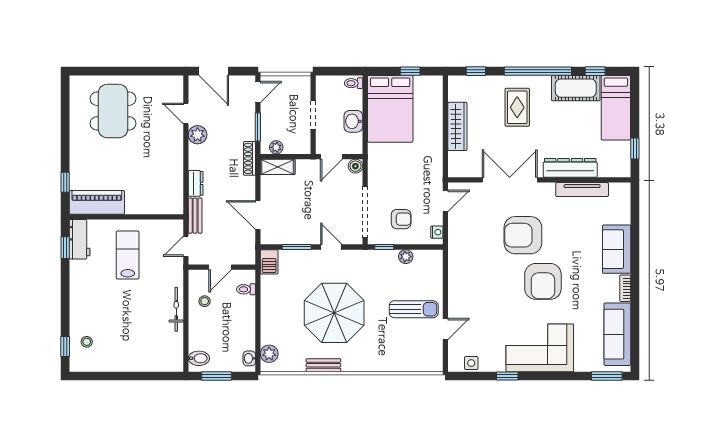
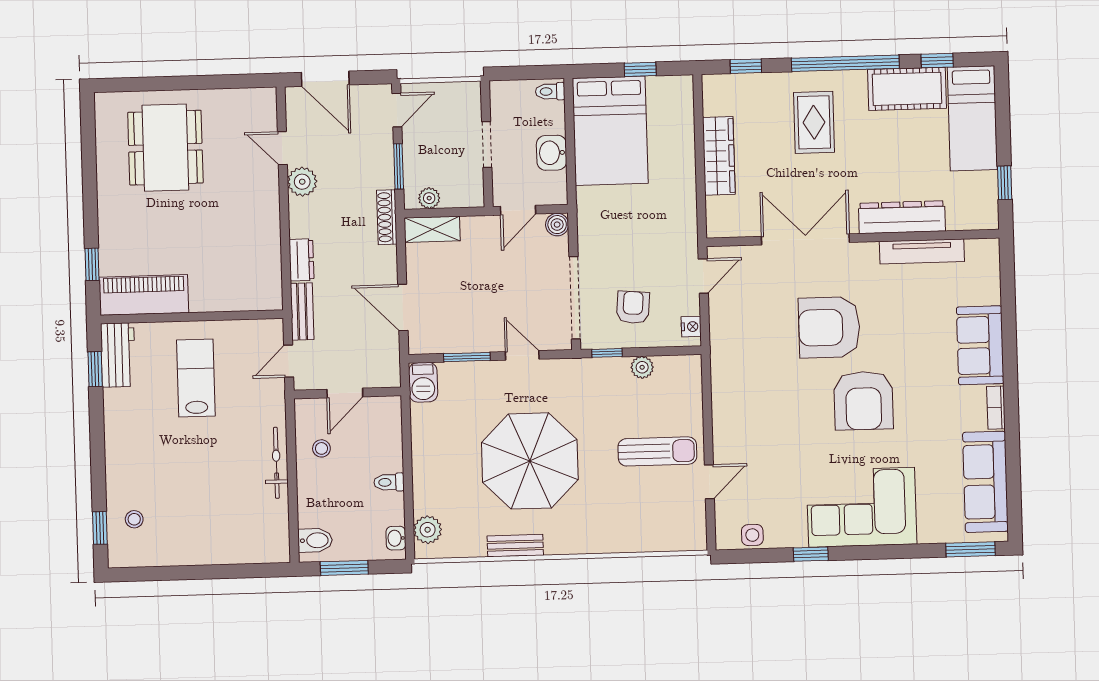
armchair: (401, 219) -> (633, 307), turned -85
toilet: (246, 289) -> (389, 482), moved

